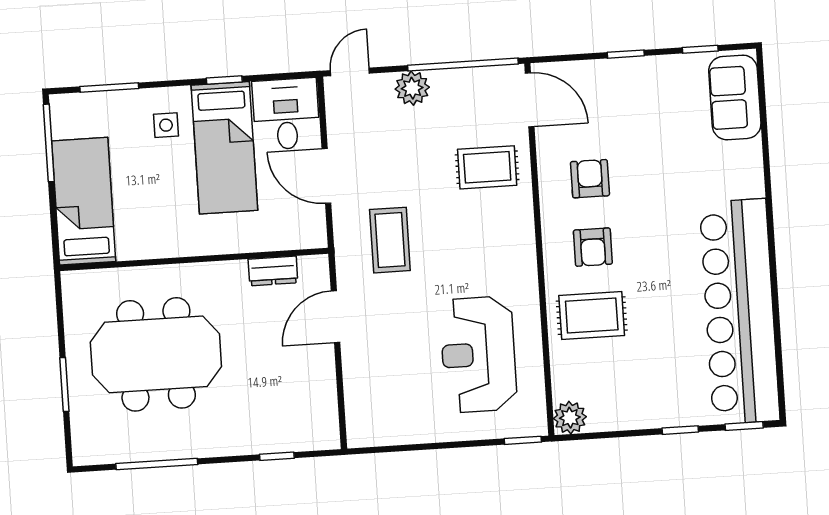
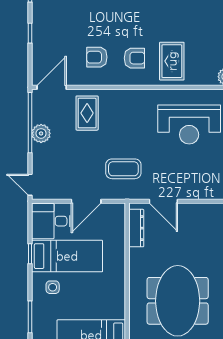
plant: (412, 88) -> (41, 133), moved
dresser: (273, 271) -> (136, 228), width x1.44

